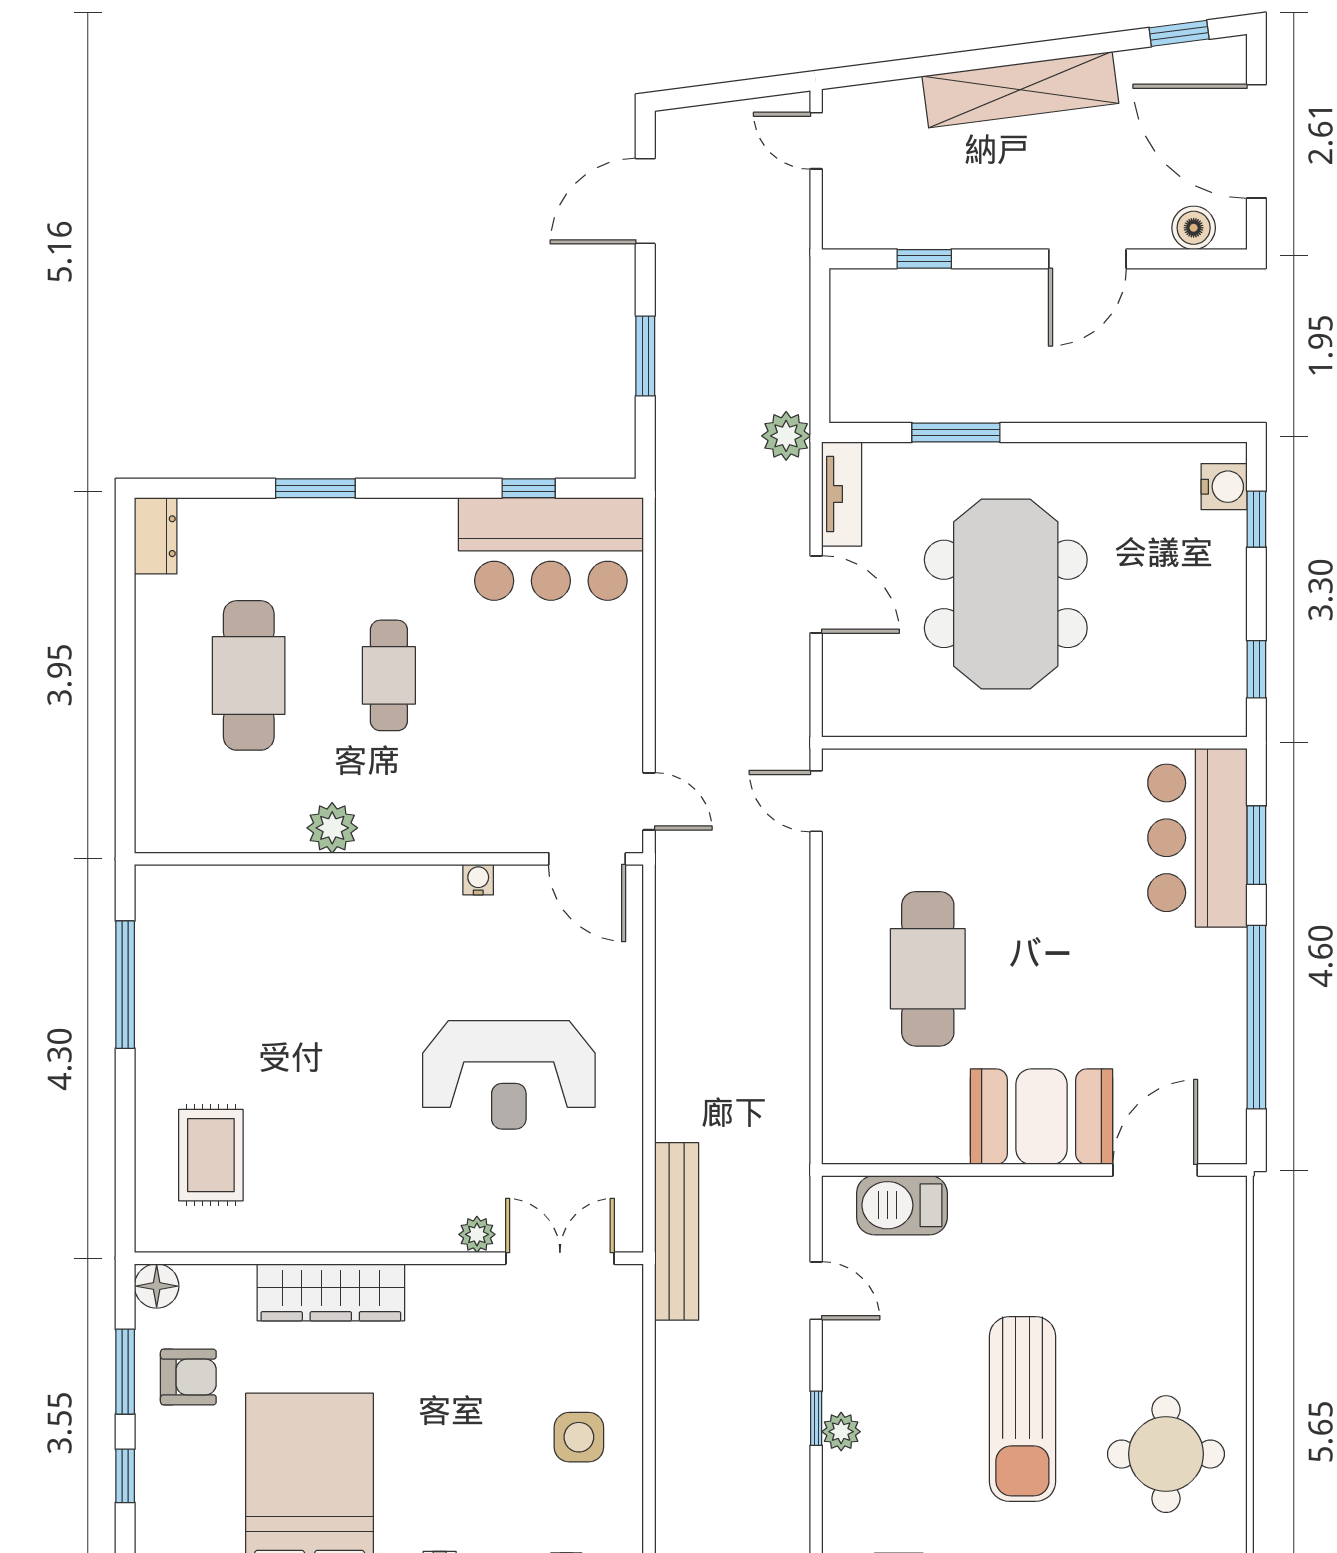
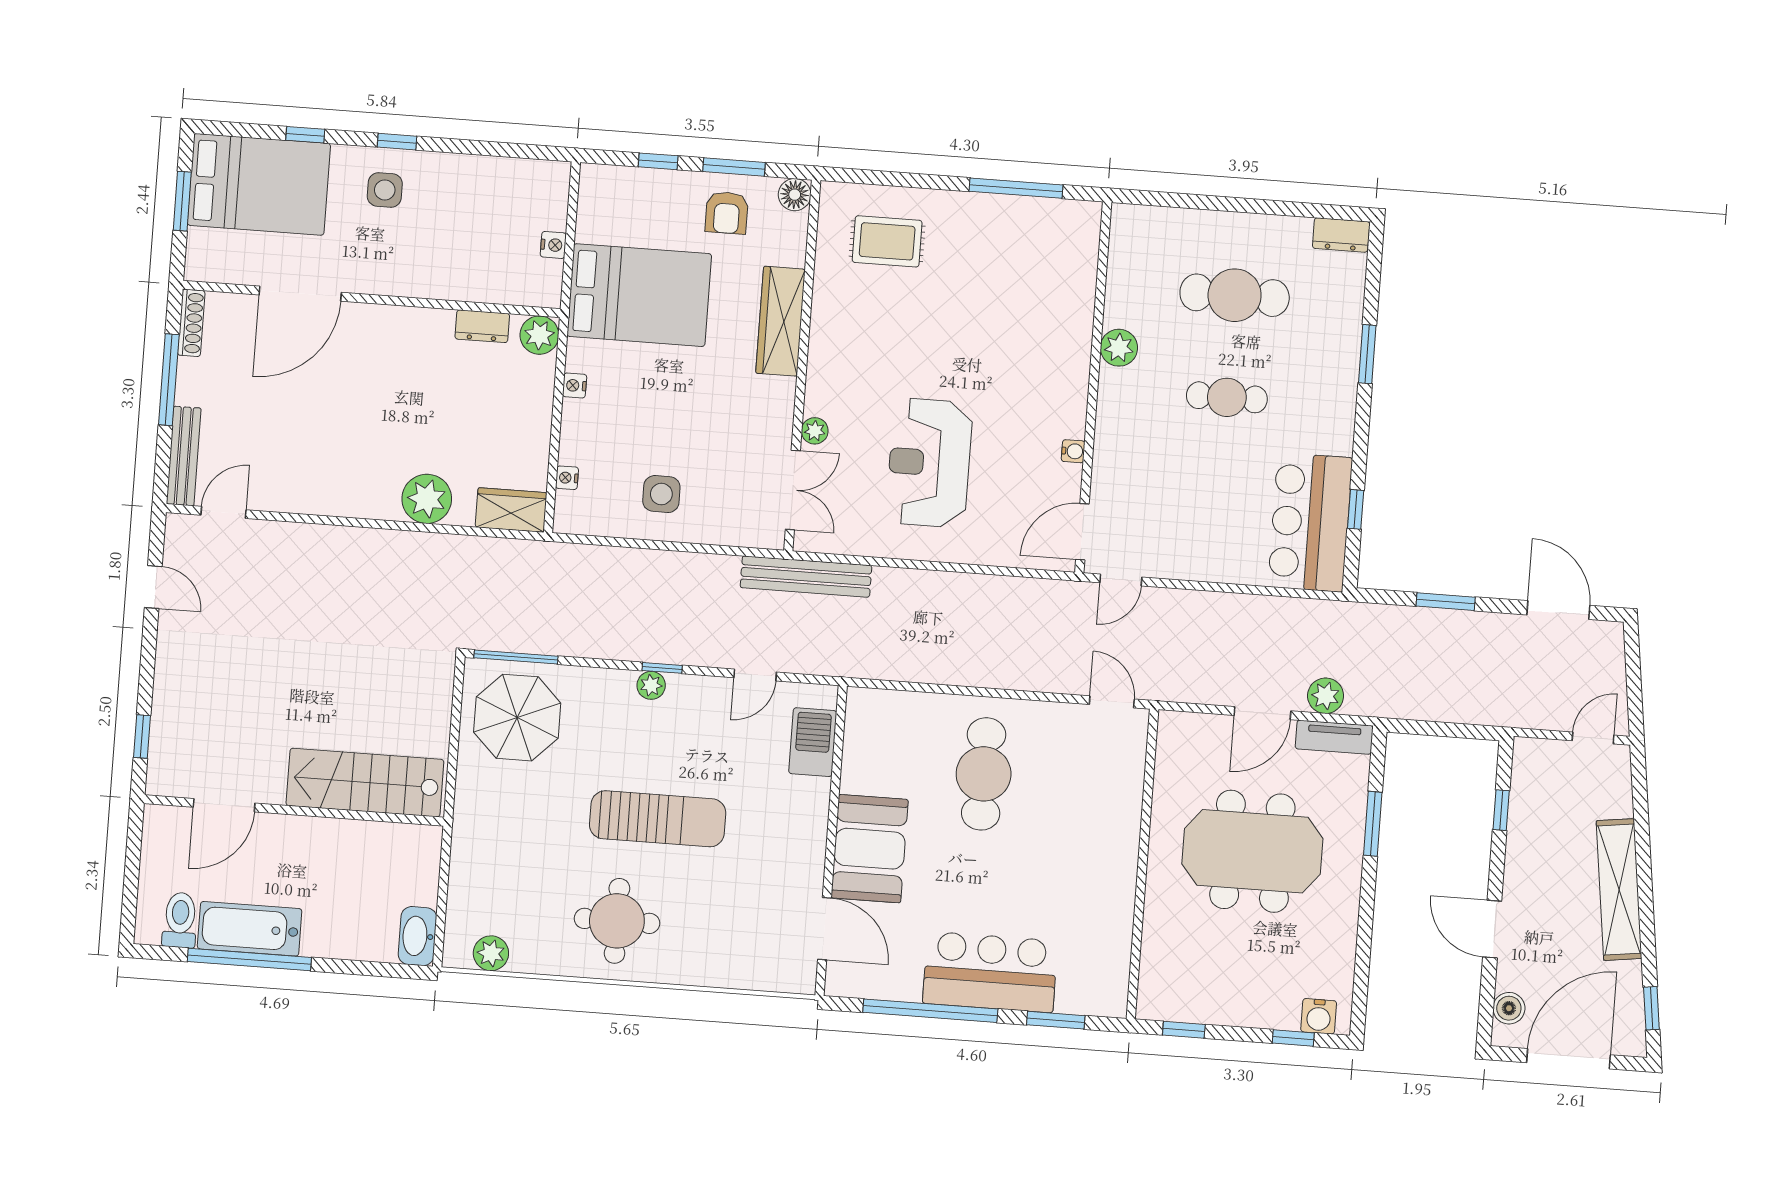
plant: (786, 436) -> (1326, 696), moved
door: (816, 801) -> (1112, 702), hinge flipped
bar counter: (1197, 838) -> (990, 972), moved
cafe table: (928, 969) -> (984, 774), turned 90
sun lounger: (1022, 1409) -> (658, 819), turned 180

